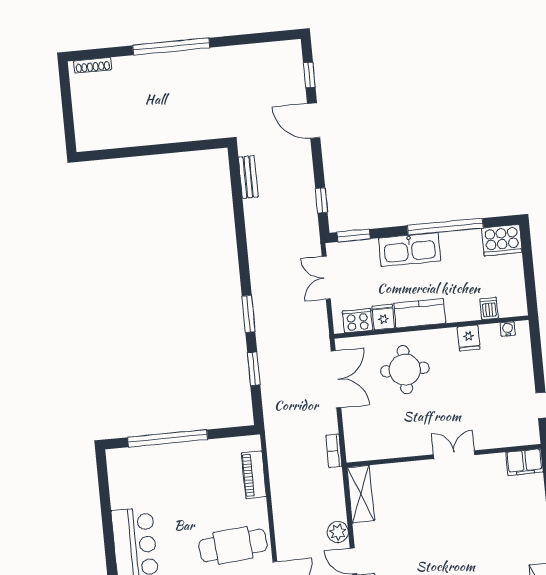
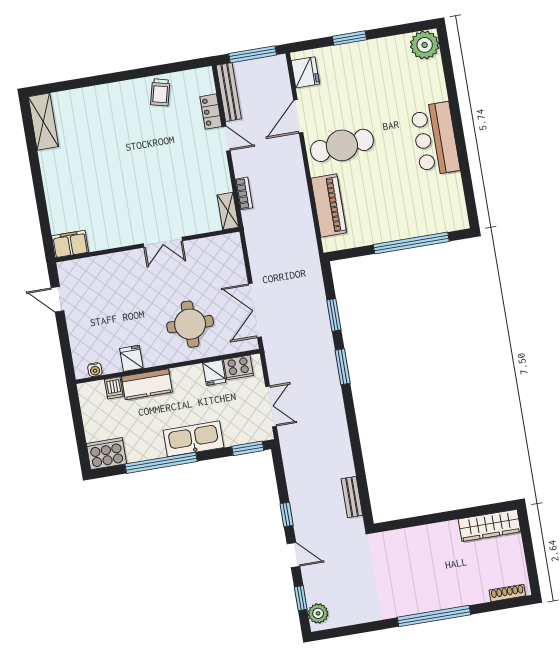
door: (314, 121) -> (293, 555), width x0.73
wardrobe: (106, 137) -> (490, 525), added
window: (321, 200) -> (287, 515), moved
kitchen counter: (420, 313) -> (147, 384), moved
bookcase: (334, 451) -> (244, 193), moved
double door: (454, 455) -> (163, 242), moved
piano: (254, 475) -> (329, 206), width x1.37, depth x1.33
shelving: (361, 494) -> (228, 211), width x0.67, depth x0.75
plant: (338, 532) -> (318, 613), moved

